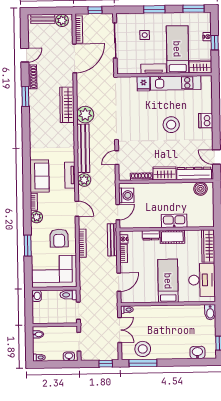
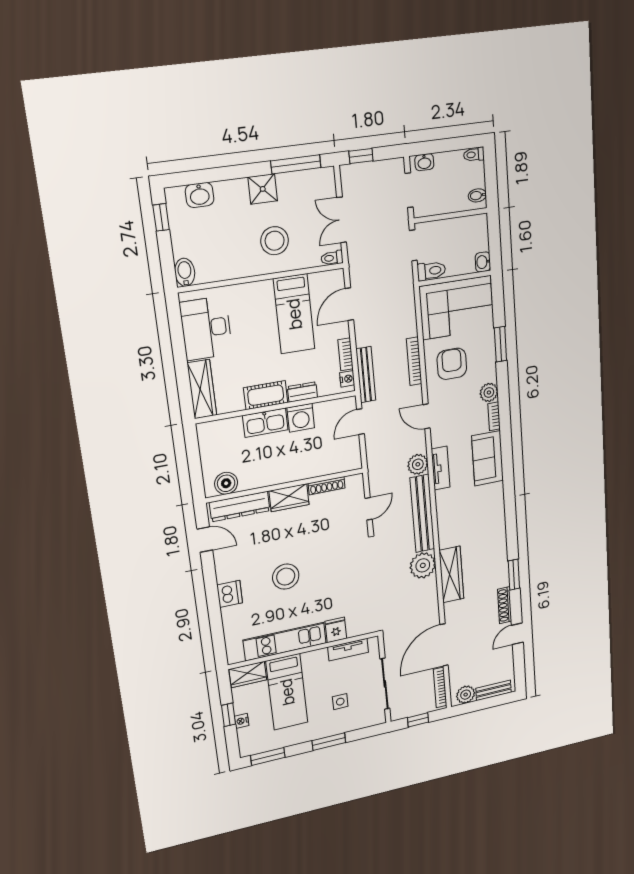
tv unit: (154, 69) -> (348, 650), moved
washing machine: (126, 195) -> (301, 418), moved, turned -90
bed: (168, 281) -> (294, 314), moved
stool: (143, 349) -> (275, 241), moved
shower: (163, 352) -> (263, 189), added

